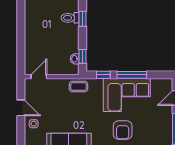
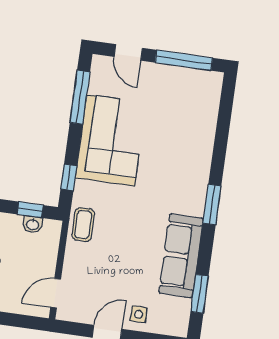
window: (132, 75) -> (80, 97), moved
door: (39, 77) -> (56, 293), hinge flipped
armchair: (123, 130) -> (172, 156), removed

